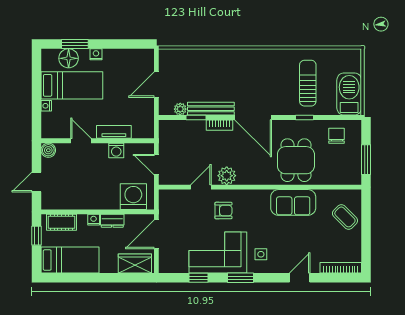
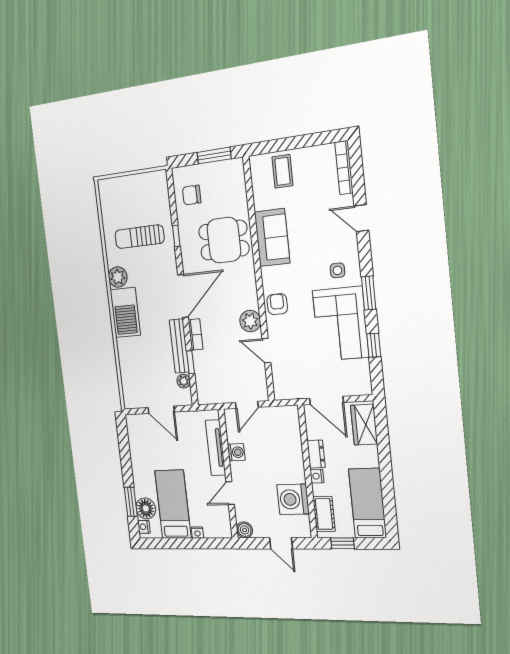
nightstand: (96, 54) -> (144, 527), moved
plant: (276, 58) -> (118, 277), added
barbecue: (349, 94) -> (125, 312), moved, turned -90
tv unit: (114, 132) -> (215, 448), width x1.41
washing machine: (133, 197) -> (293, 499), moved
armchair: (223, 211) -> (277, 304), moved
coffee table: (345, 217) -> (282, 171), turned -45

